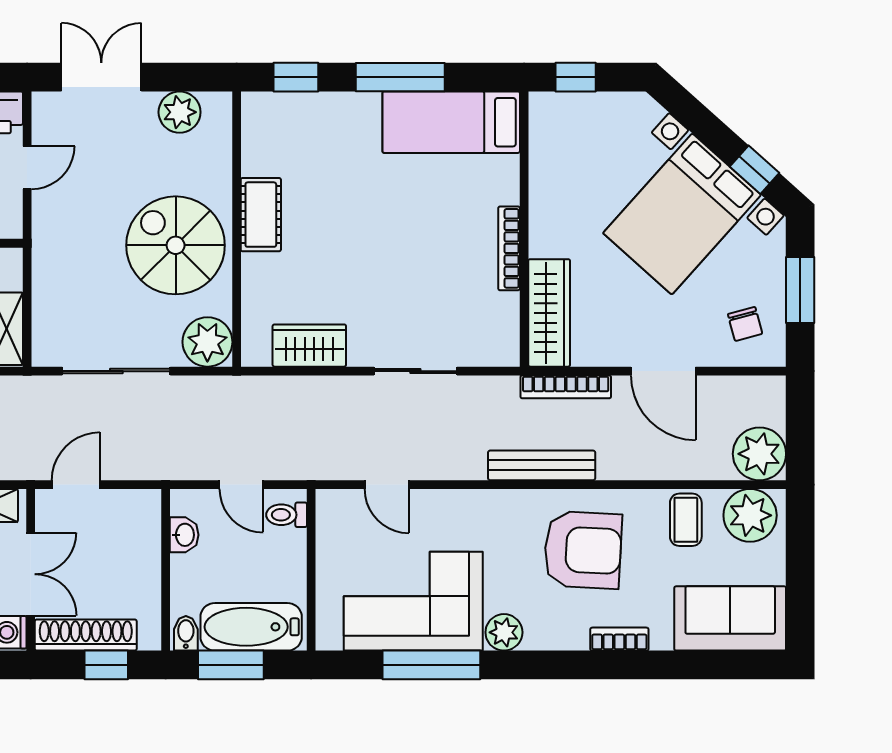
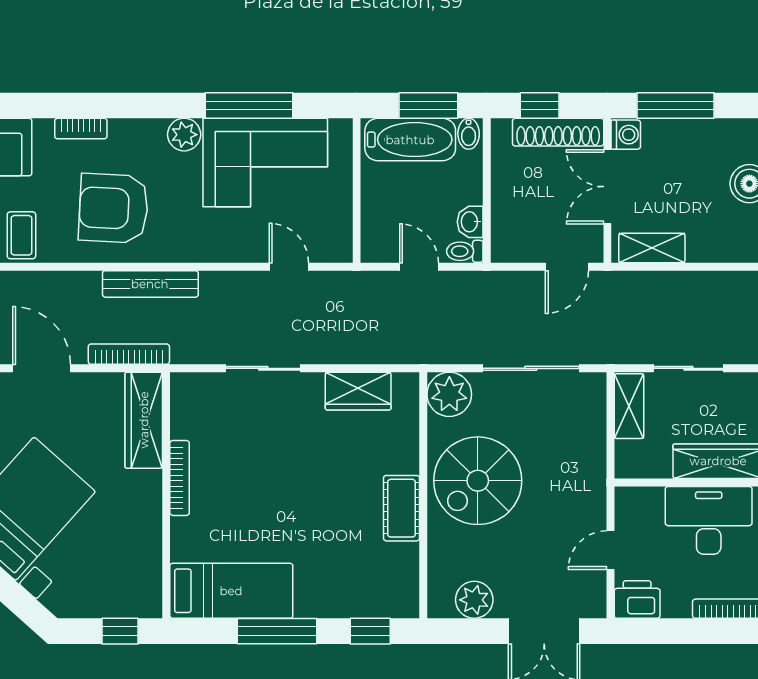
spiral stairs: (176, 245) -> (478, 481), turned 90
toilet: (287, 515) -> (465, 251), moved, turned 180

